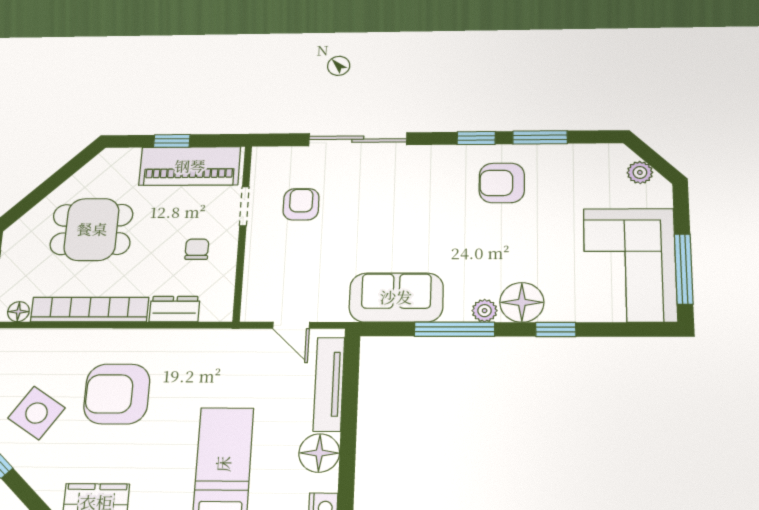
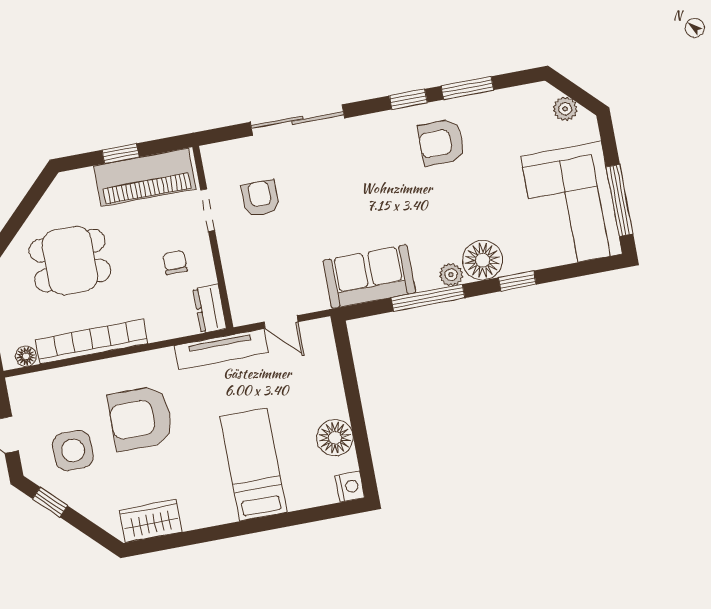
dresser: (174, 309) -> (210, 309), moved, turned -90
tv unit: (329, 384) -> (221, 349), moved, turned -90
side table: (36, 413) -> (73, 450), turned -34

